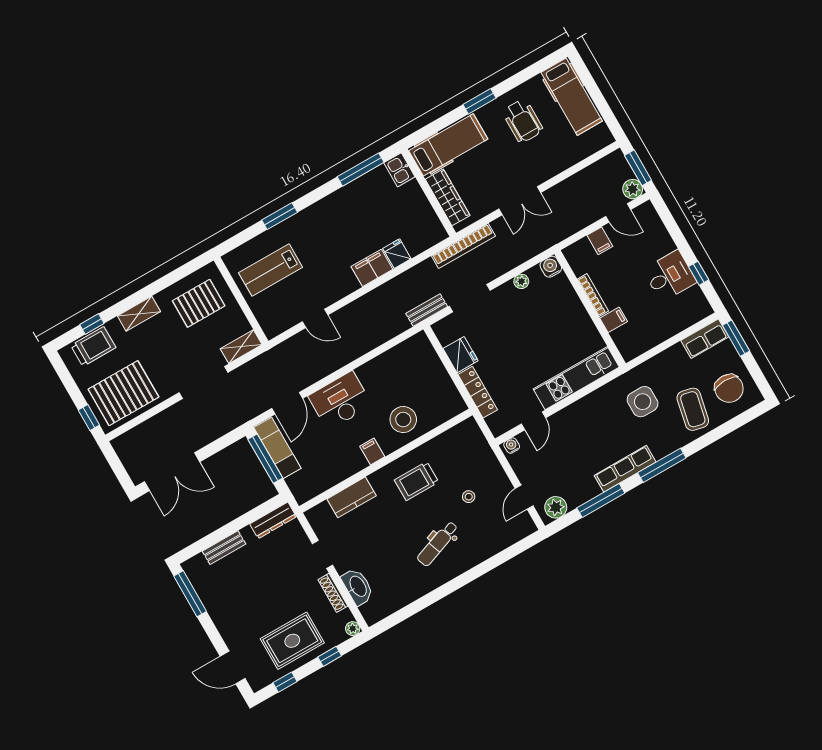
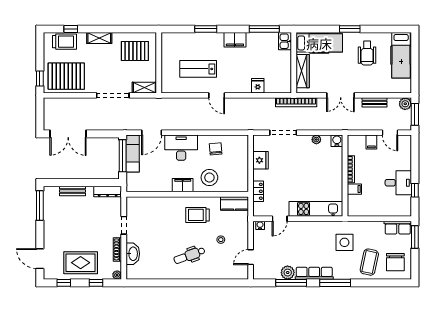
plant: (633, 189) -> (405, 104), moved
filing cabinet: (372, 268) -> (235, 40), moved, turned 180
lab bench: (271, 270) -> (198, 69), moved
bench: (427, 310) -> (375, 102), moved
door: (315, 318) -> (217, 95), moved
chair: (389, 375) -> (216, 149), added
locker: (478, 392) -> (258, 191), width x0.66
filing cabinet: (372, 451) -> (183, 185), width x2.00
kitchen counter: (352, 497) -> (235, 204), moved
plant: (556, 507) -> (288, 273), moved

